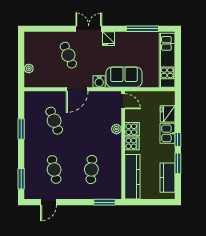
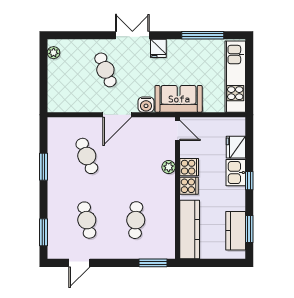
plant: (29, 68) -> (54, 53), moved
window: (178, 163) -> (249, 229), moved

